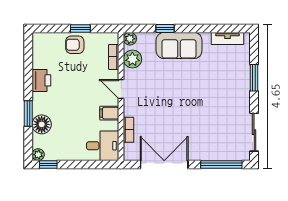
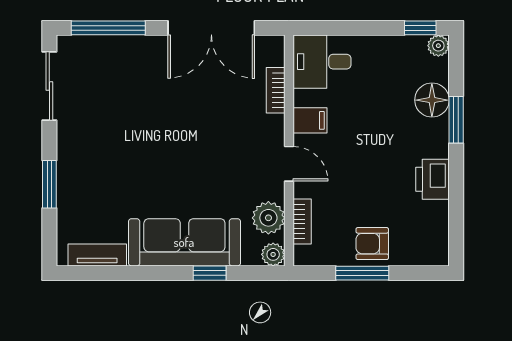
window: (80, 28) -> (362, 273), width x1.50
armchair: (75, 45) -> (372, 244), turned 180
sofa: (179, 45) -> (184, 242), width x1.36

